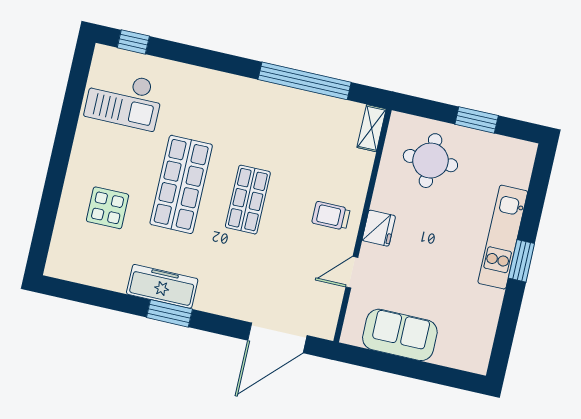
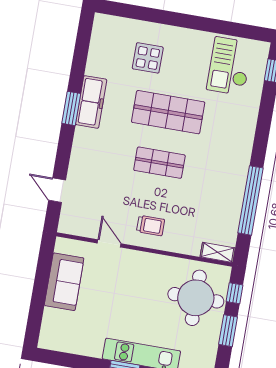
window: (427, 109) -> (234, 293), added
round table: (430, 161) -> (196, 298), width x1.36, depth x1.36
trolley: (331, 216) -> (151, 225), turned 90
fridge: (379, 228) -> (143, 262), removed
door: (277, 338) -> (57, 190), width x0.53

